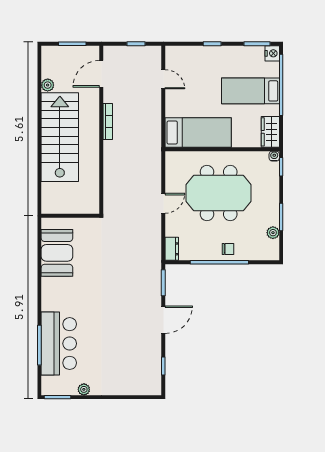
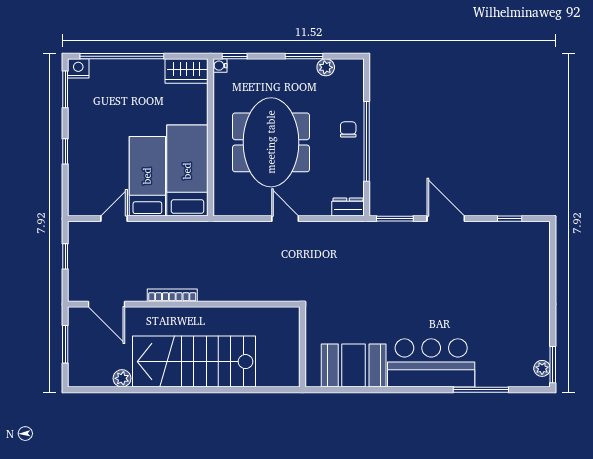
bed: (250, 91) -> (147, 176), moved, turned 180
bar counter: (59, 344) -> (431, 363), moved
plant: (84, 389) -> (542, 368), moved

